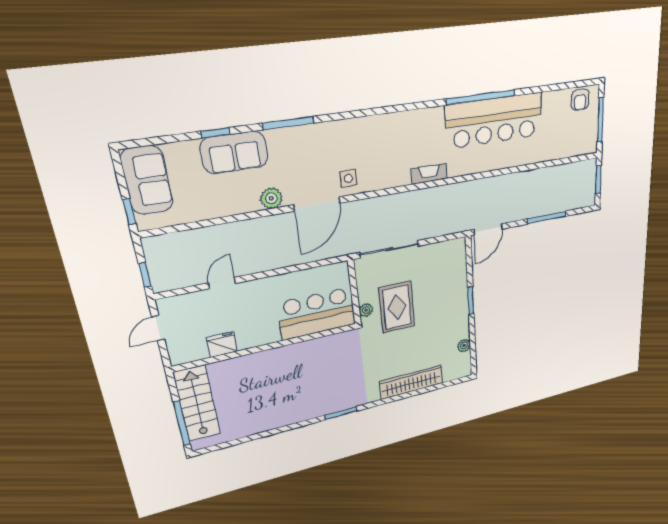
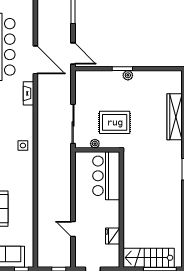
plant: (271, 198) -> (27, 193), removed
door: (317, 204) -> (35, 60), moved
plant: (366, 310) -> (95, 144), moved
plant: (464, 345) -> (128, 75), moved

